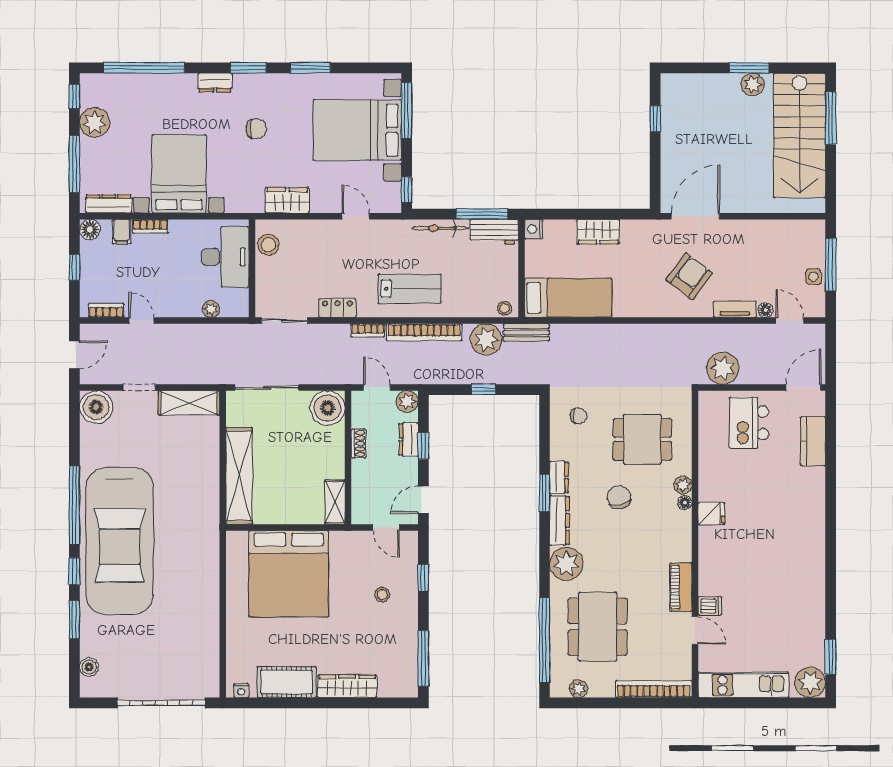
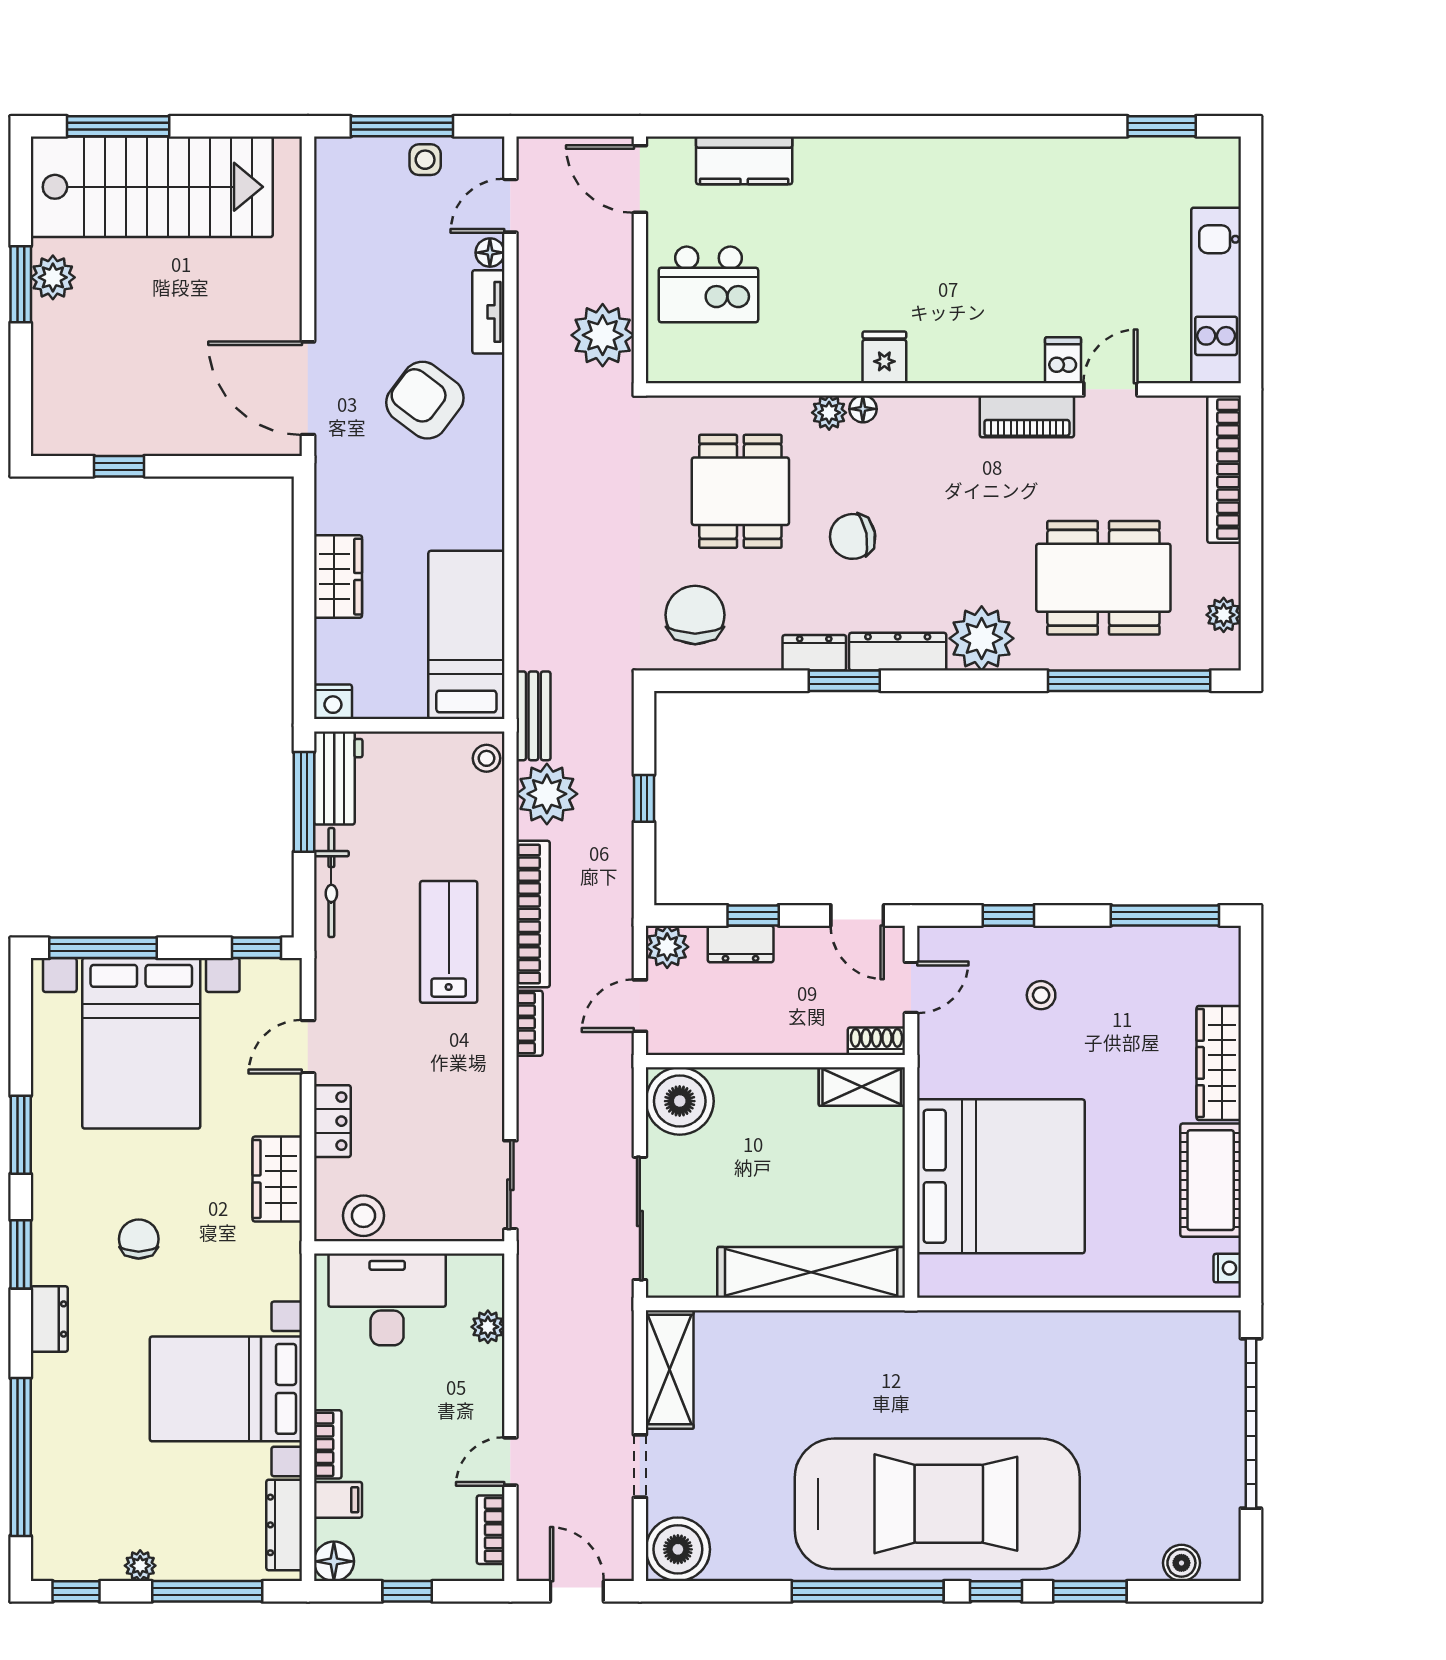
plant: (95, 123) -> (140, 1566), width x0.53, depth x0.53
locker: (337, 308) -> (332, 1121), moved, turned 180
chair: (578, 416) -> (695, 615), width x1.87, depth x1.87
shoe rack: (358, 444) -> (876, 1041), moved
plant: (810, 682) -> (1211, 166), removed

